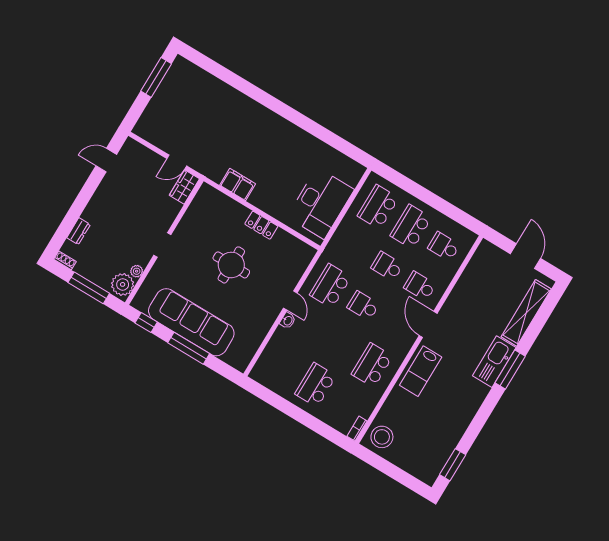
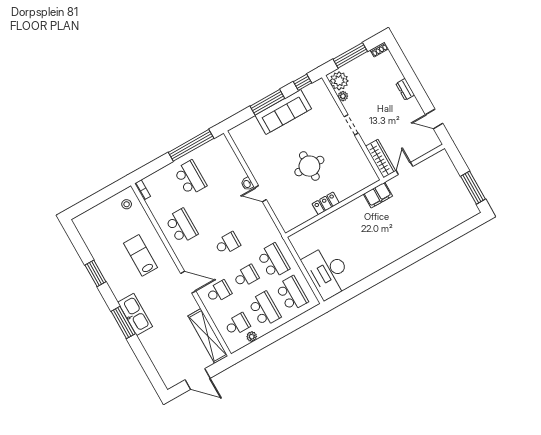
door: (106, 160) -> (434, 119), swing flipped
filing cabinet: (238, 184) -> (378, 195), moved
wardrobe: (184, 187) -> (381, 159), width x1.50
desk: (320, 203) -> (328, 272), moved
plant: (448, 224) -> (252, 337), added
dresser: (79, 231) -> (405, 89), moved
school desk: (330, 286) -> (273, 261), moved
shelving: (526, 313) -> (208, 336), moved
sofa: (191, 322) -> (283, 112), width x0.74, depth x0.79
lab bench: (421, 371) -> (140, 255), moved
window: (280, 404) -> (191, 145), added
stool: (382, 437) -> (127, 204), width x0.53, depth x0.53
window: (453, 465) -> (95, 273), moved

